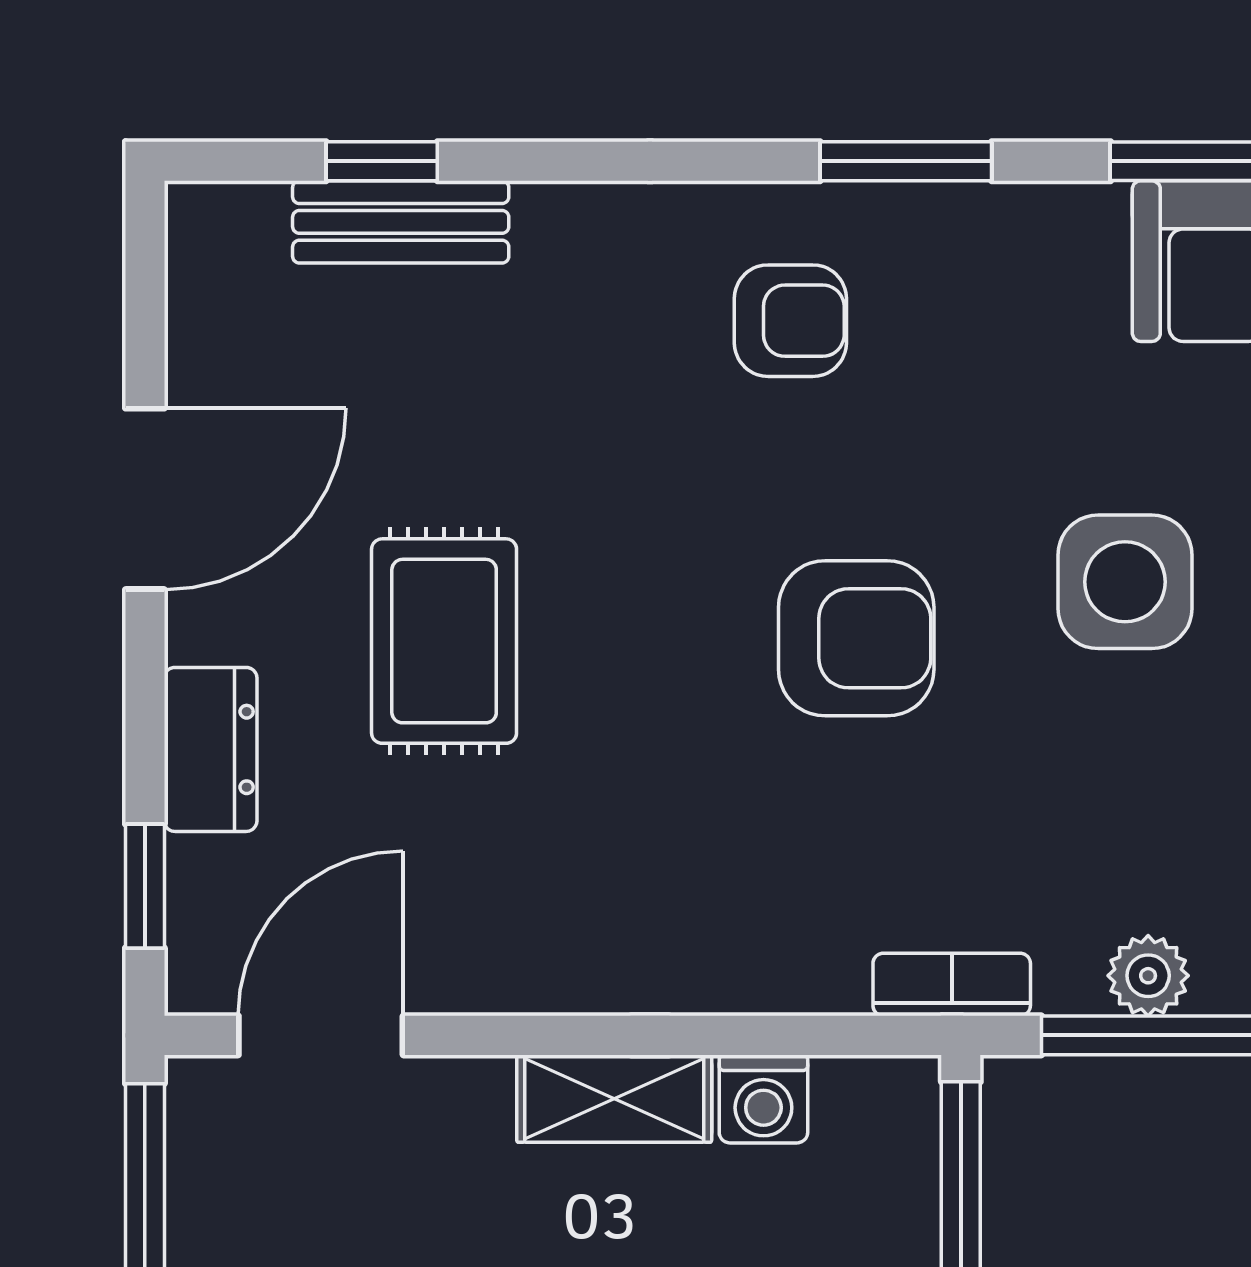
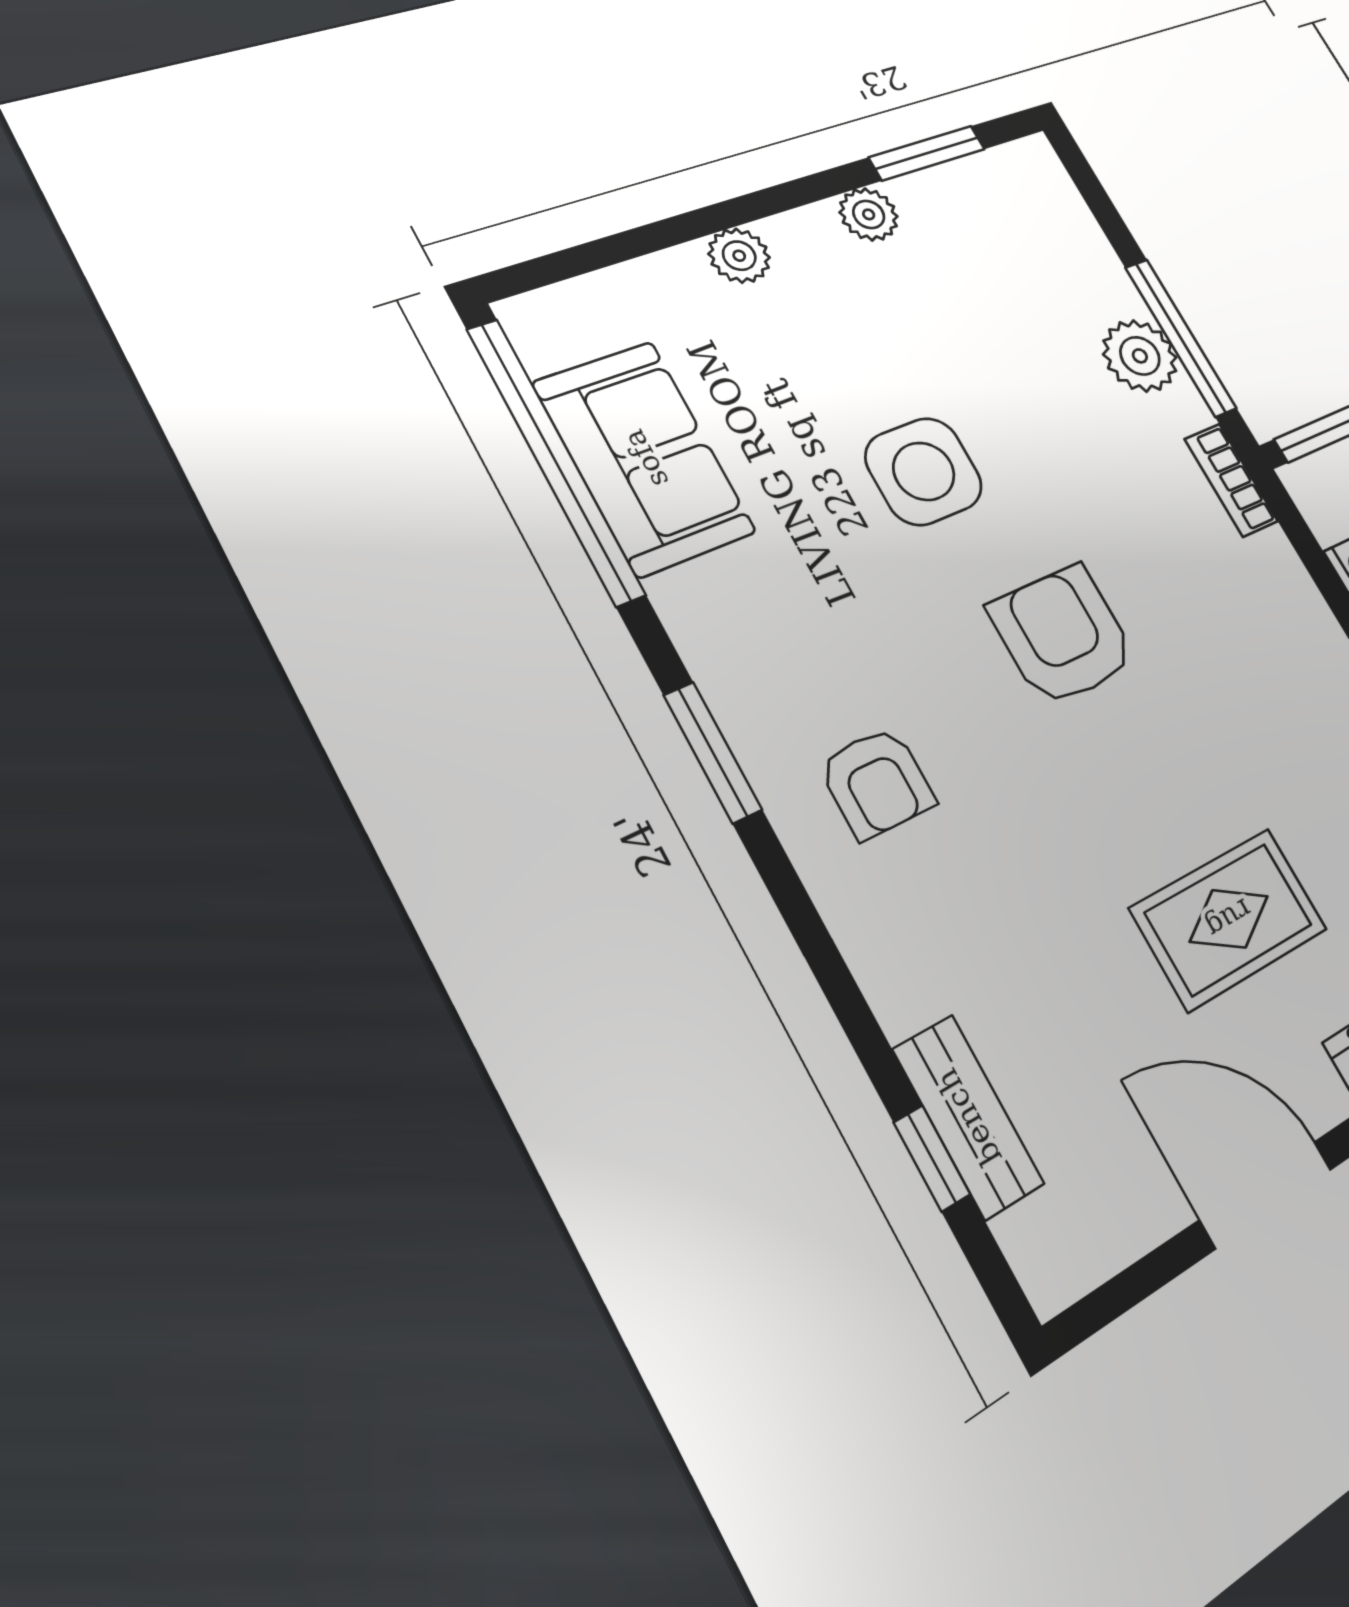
armchair: (790, 321) -> (877, 783), turned 180
plant: (1148, 976) -> (1140, 356), width x1.38, depth x1.38

